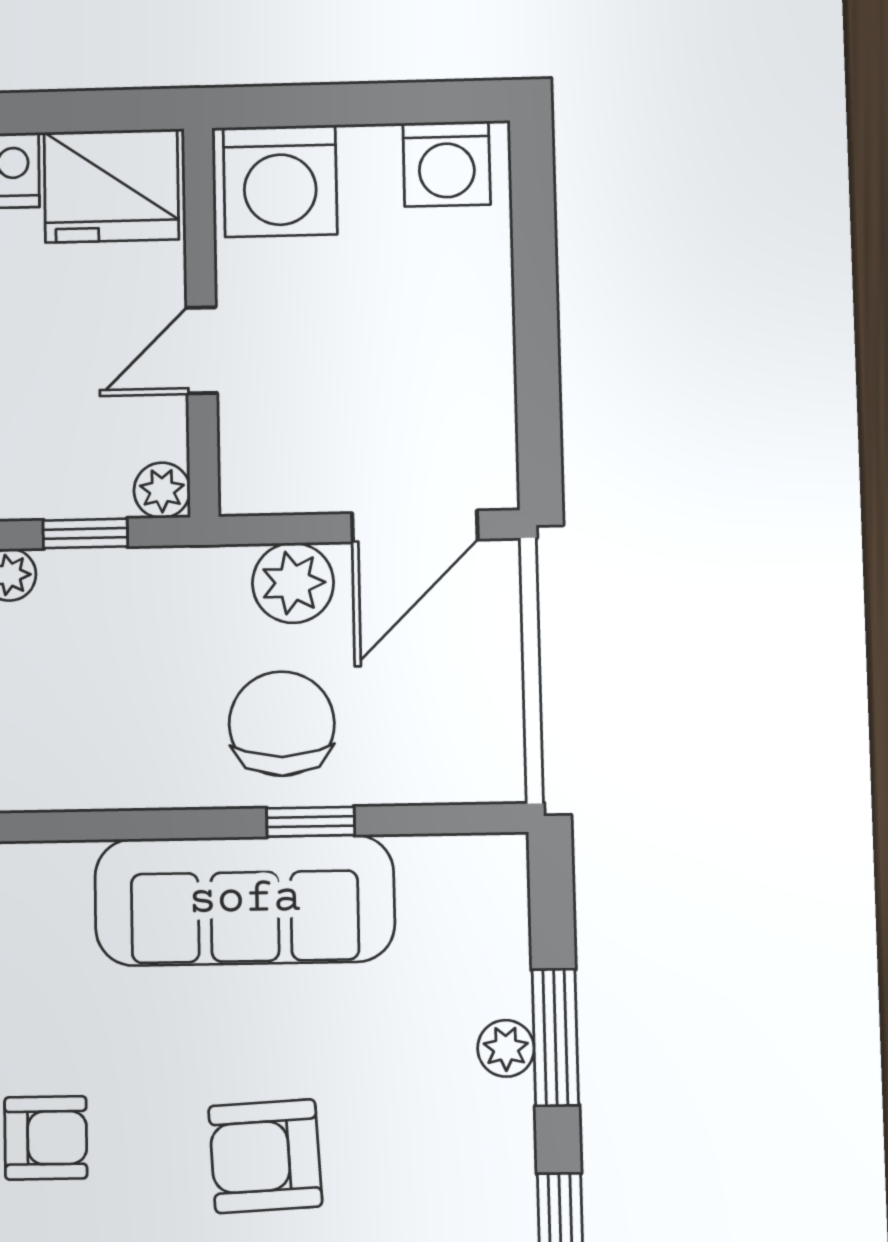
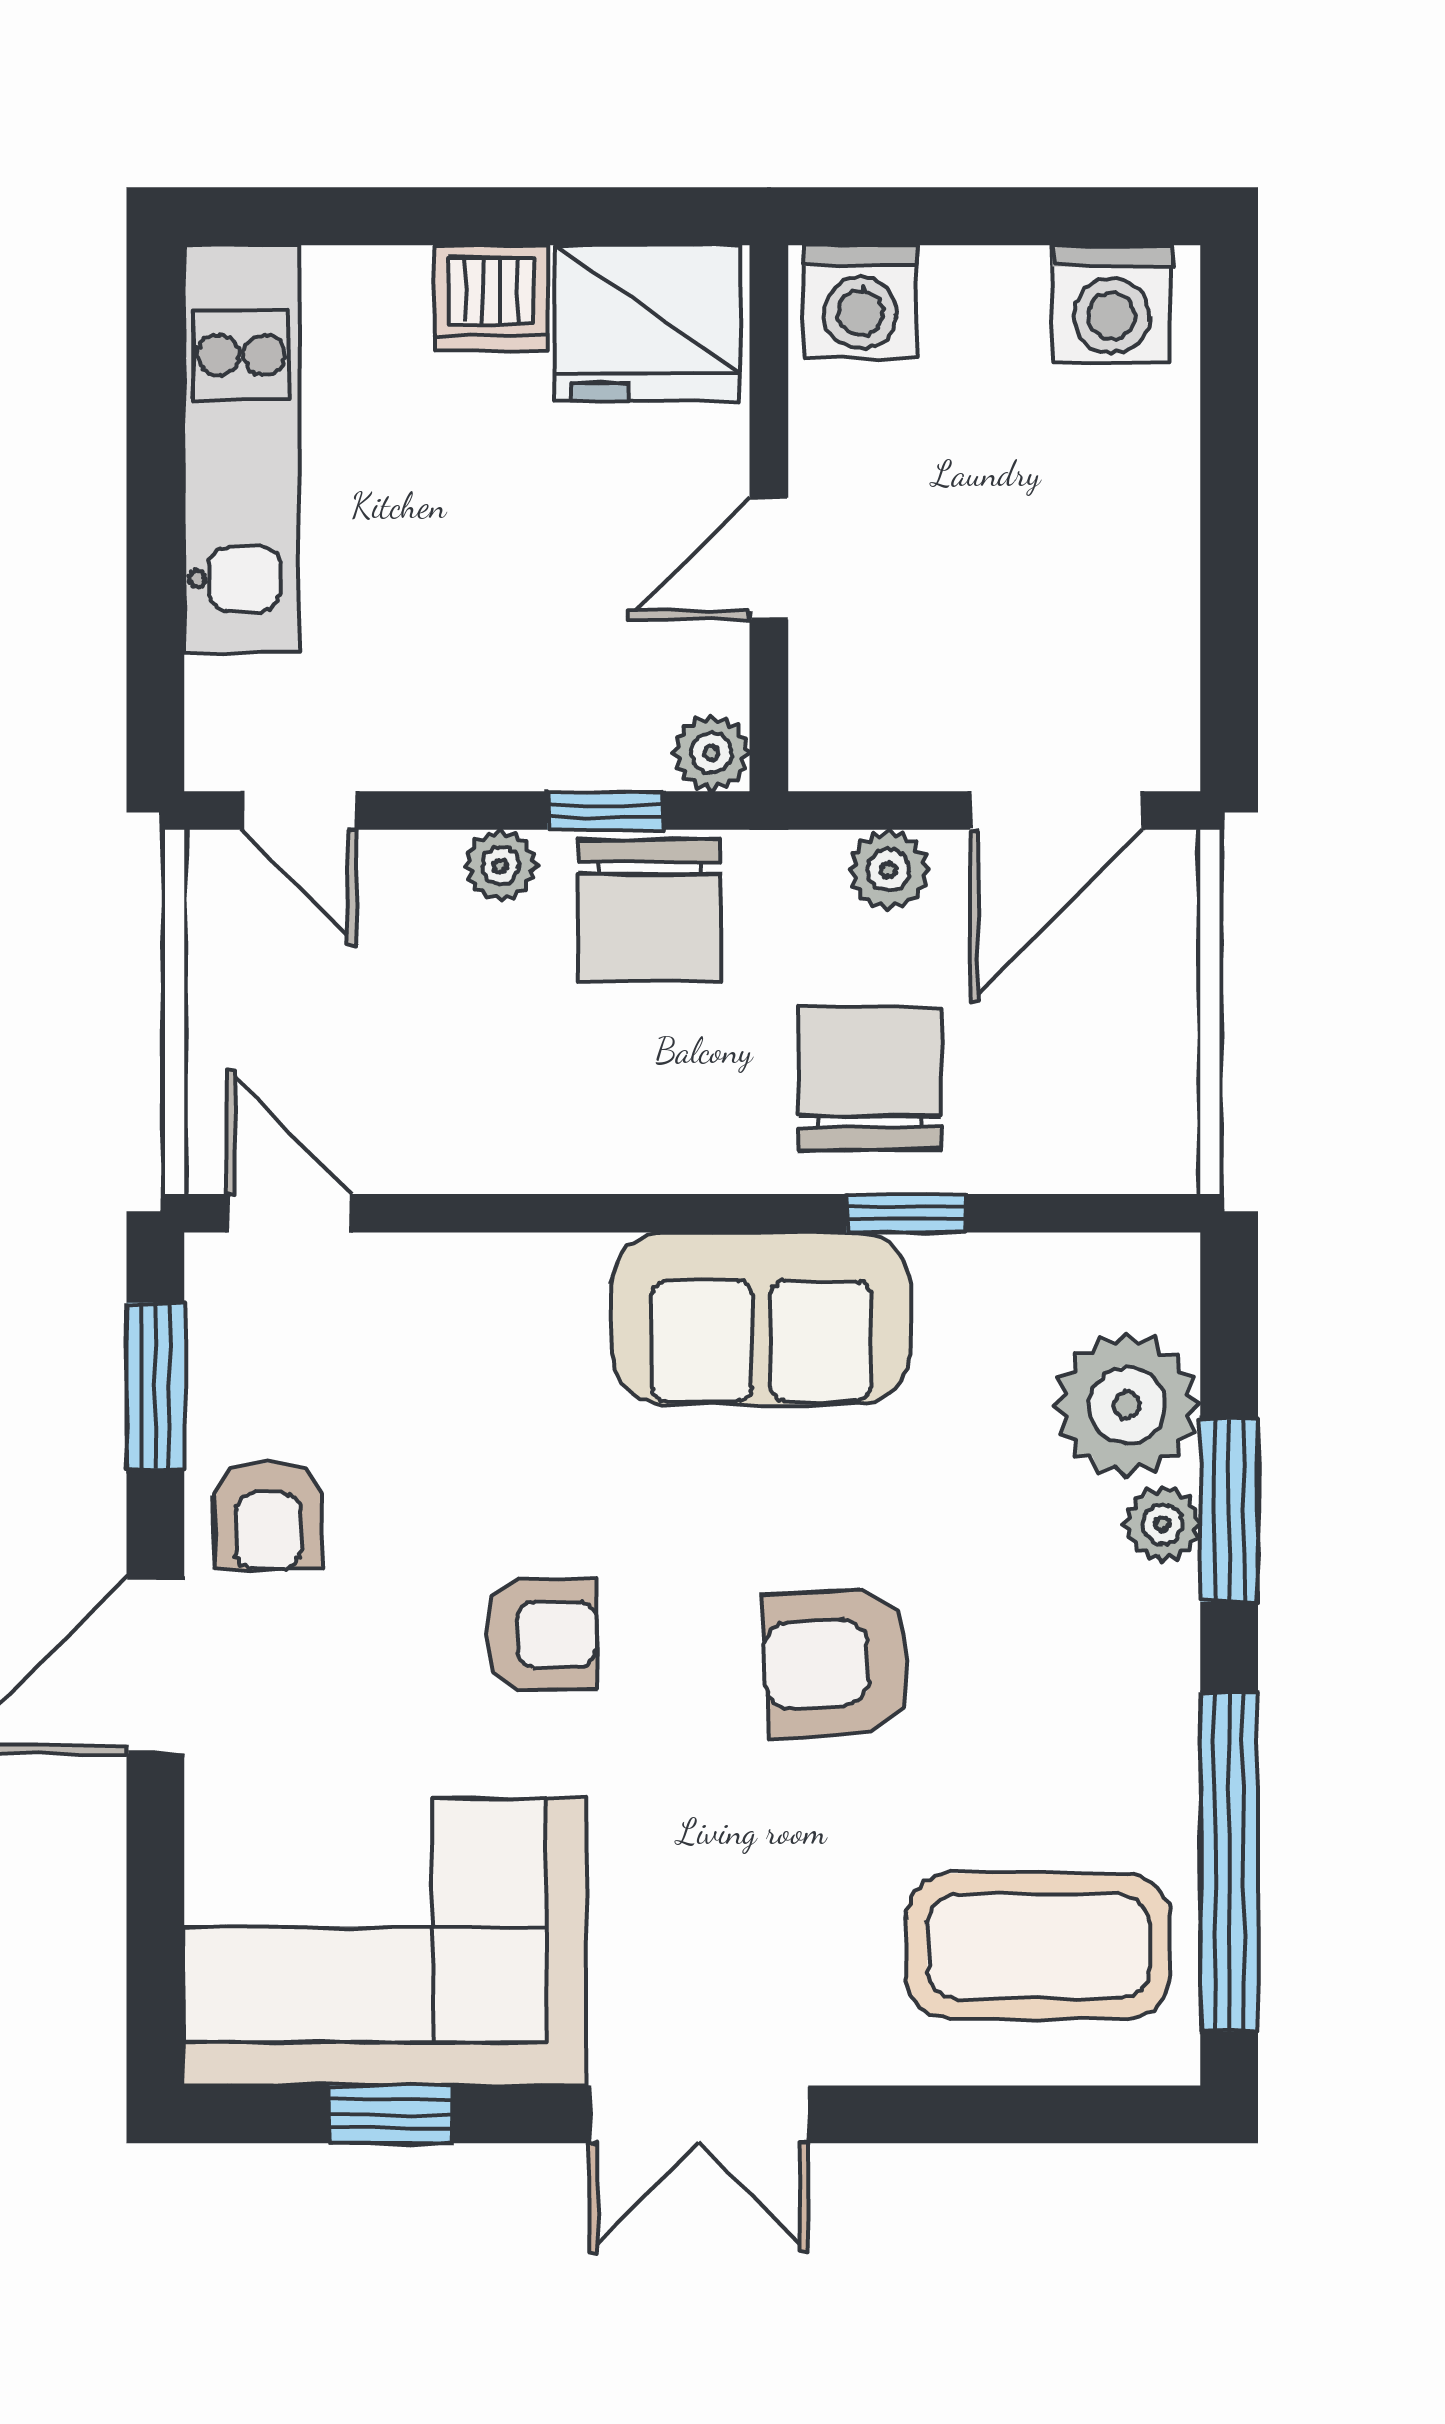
washing machine: (280, 181) -> (860, 302), width x0.73, depth x0.73
plant: (293, 583) -> (888, 870), width x0.73, depth x0.73
chair: (119, 605) -> (649, 910), added
sofa: (245, 900) -> (761, 1318), width x0.73
plant: (477, 960) -> (1127, 1405), added

